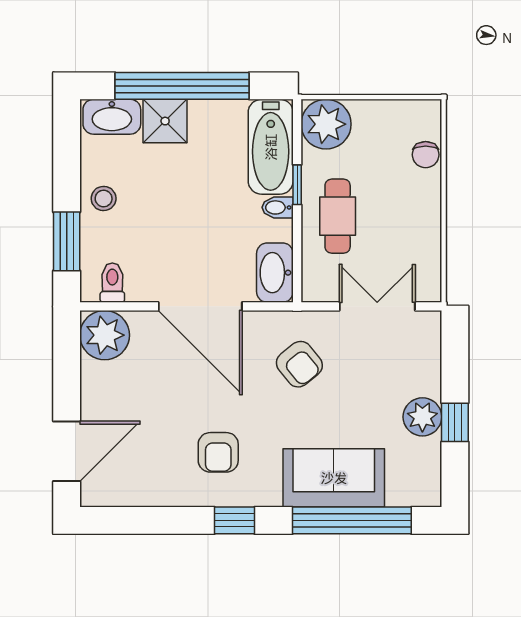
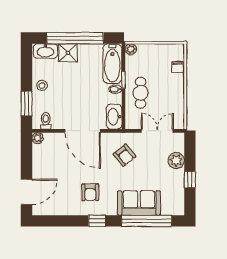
plant: (326, 124) -> (131, 49), width x0.53, depth x0.53
plant: (105, 335) -> (38, 138), width x0.53, depth x0.53
plant: (422, 417) -> (176, 161), moved

